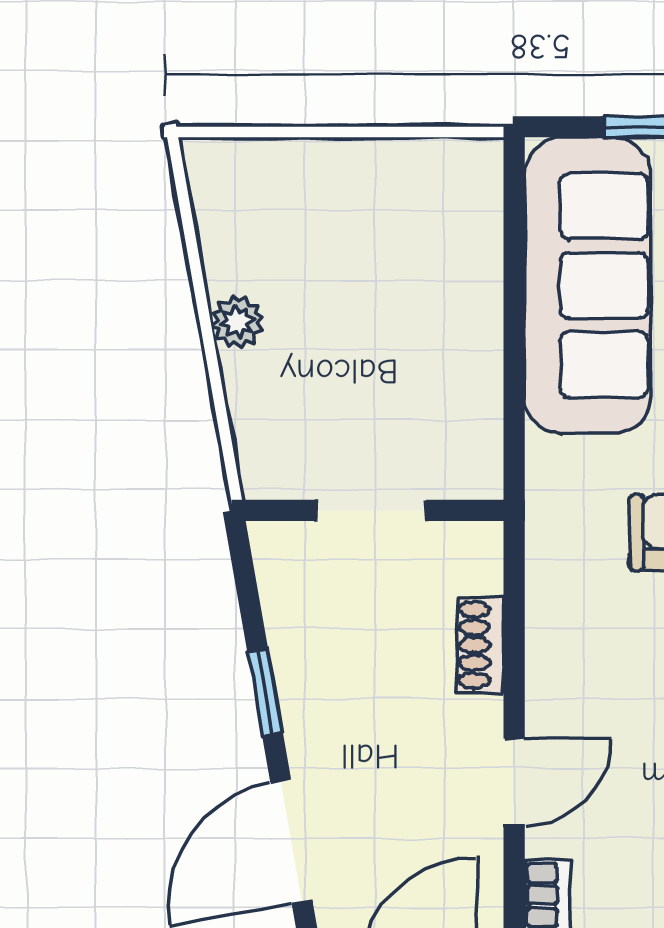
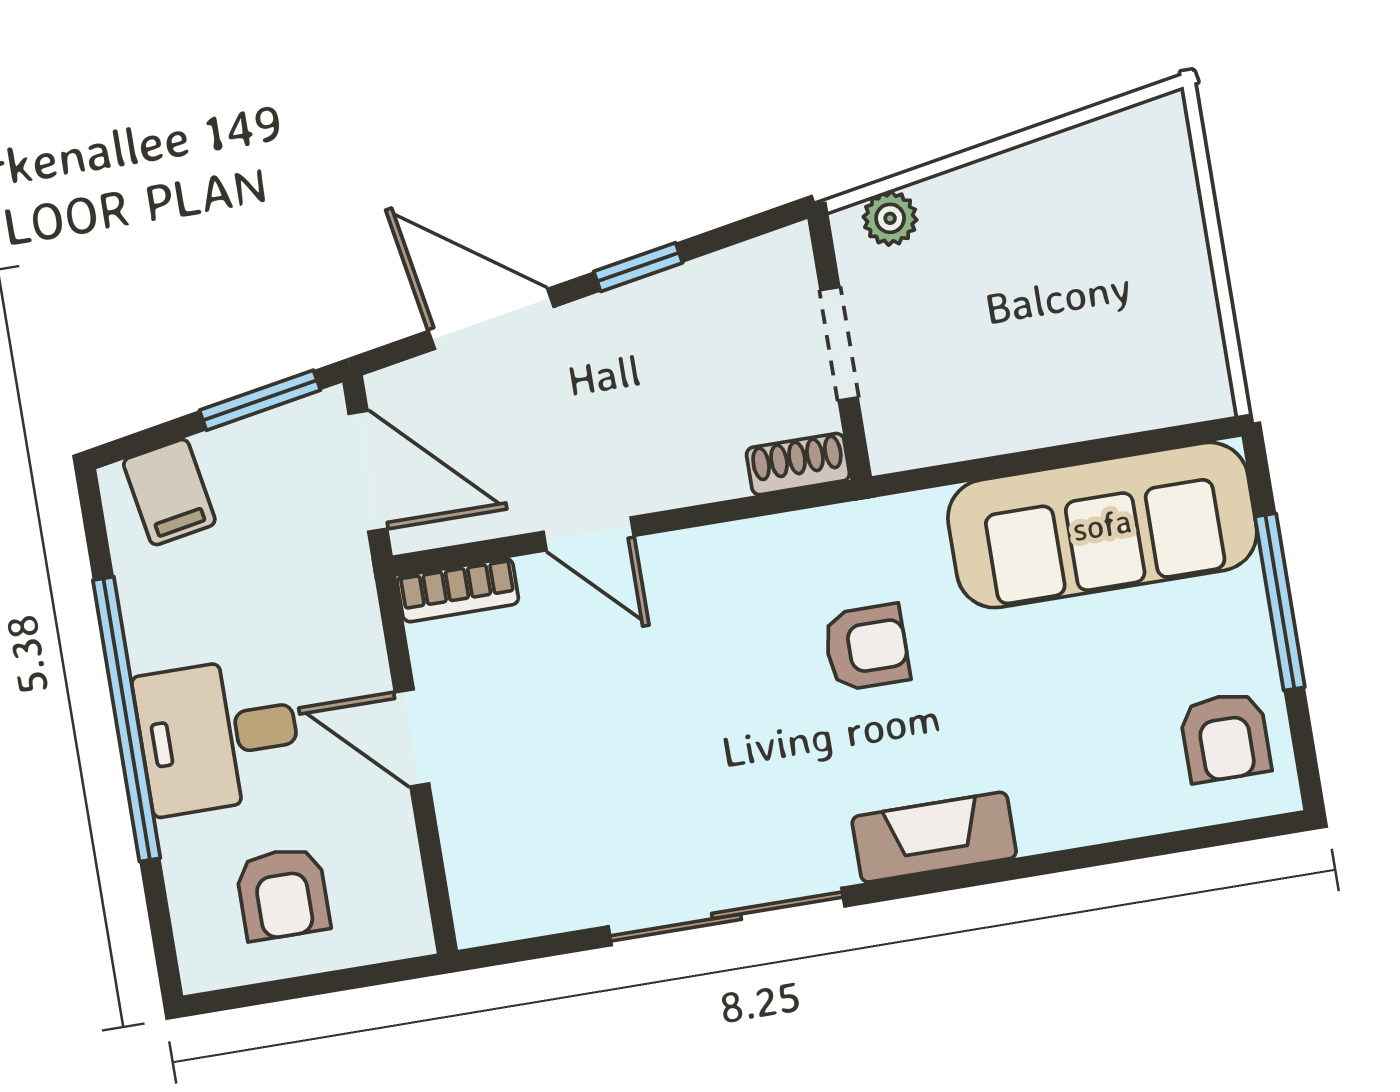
plant: (237, 322) -> (890, 218), moved
shoe rack: (480, 645) -> (798, 464), moved

